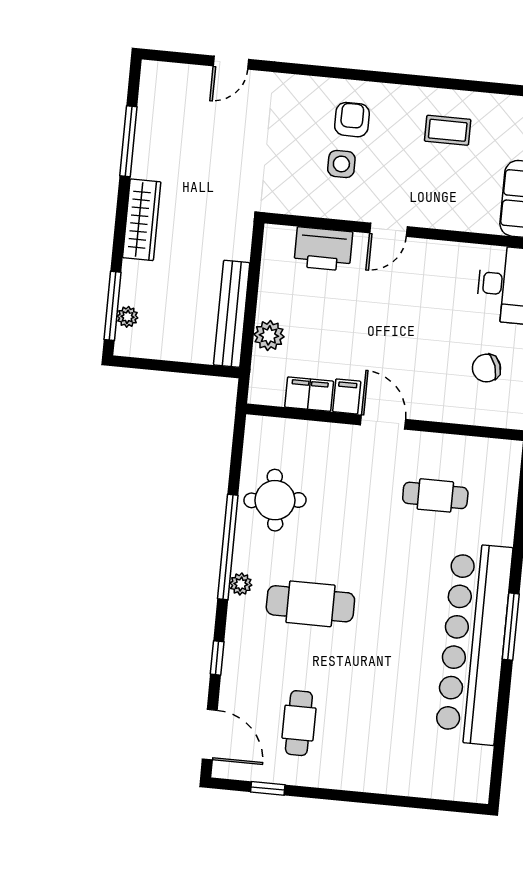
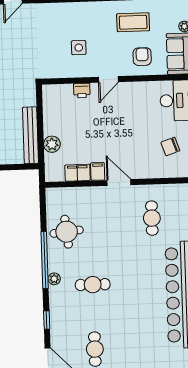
armchair: (352, 120) -> (142, 57), moved
coffee table: (448, 130) -> (133, 22), width x1.36, depth x1.30
printer: (323, 249) -> (82, 91), width x0.53, depth x0.68
cafe table: (435, 495) -> (152, 218), turned 90
cafe table: (310, 604) -> (93, 285), width x0.73, depth x0.74

